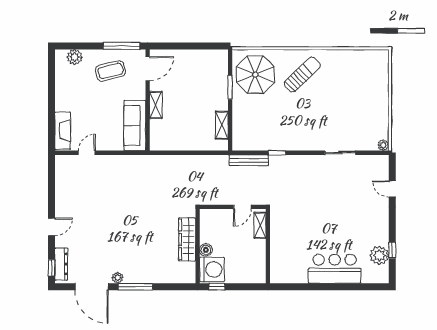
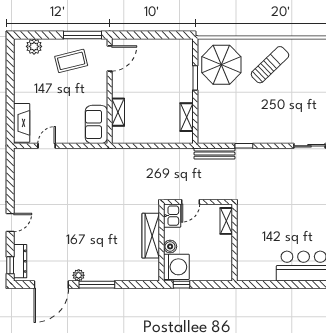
shelving: (156, 105) -> (118, 112), moved
sofa: (135, 125) -> (96, 124), width x0.73
door: (242, 207) -> (190, 202), moved
kitchen sink: (208, 220) -> (172, 216), added
door: (91, 287) -> (51, 285), hinge flipped

